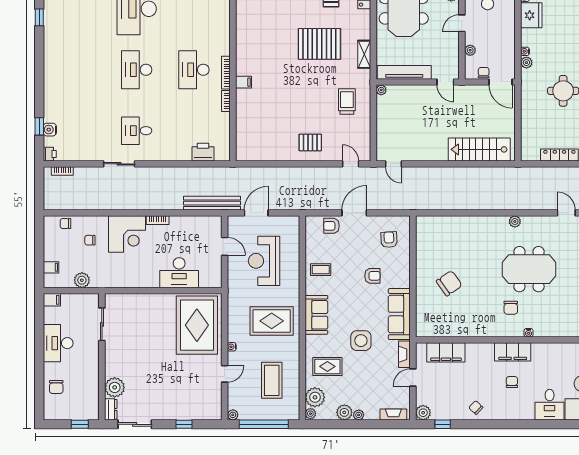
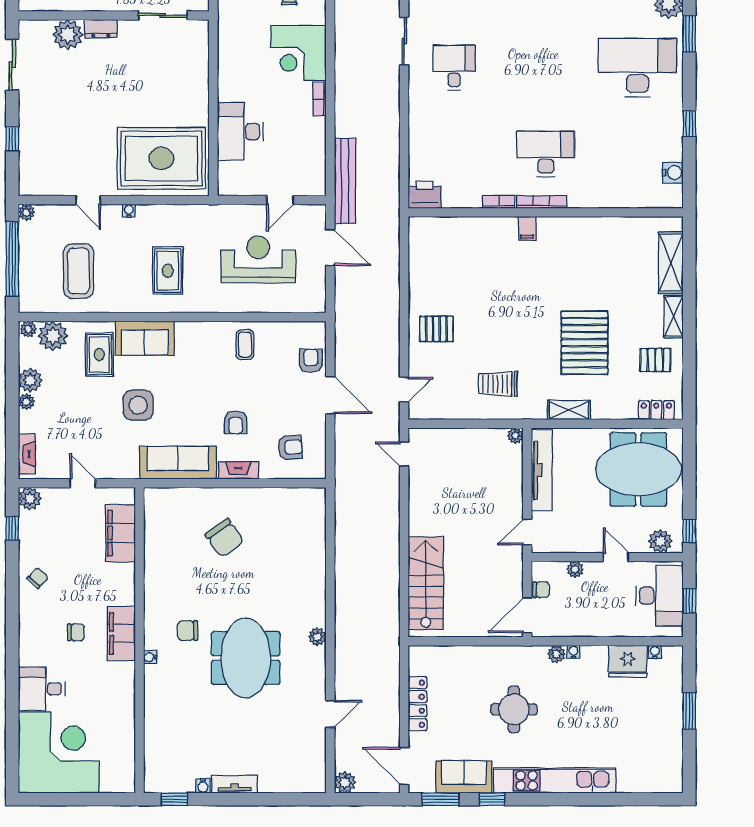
desk: (137, 70) -> (546, 68), removed
trolley: (347, 102) -> (498, 384), turned 180
pallet: (310, 142) -> (436, 329), turned 90
printer: (203, 152) -> (425, 195), moved, turned -90
door: (393, 164) -> (404, 454), hinge flipped
sofa: (316, 315) -> (145, 338), moved
rug: (272, 321) -> (168, 271), width x0.73, depth x0.70
fireplace: (404, 354) -> (238, 471), moved
coffee table: (272, 380) -> (78, 271), turned 90
dresser: (111, 409) -> (101, 29), moved

